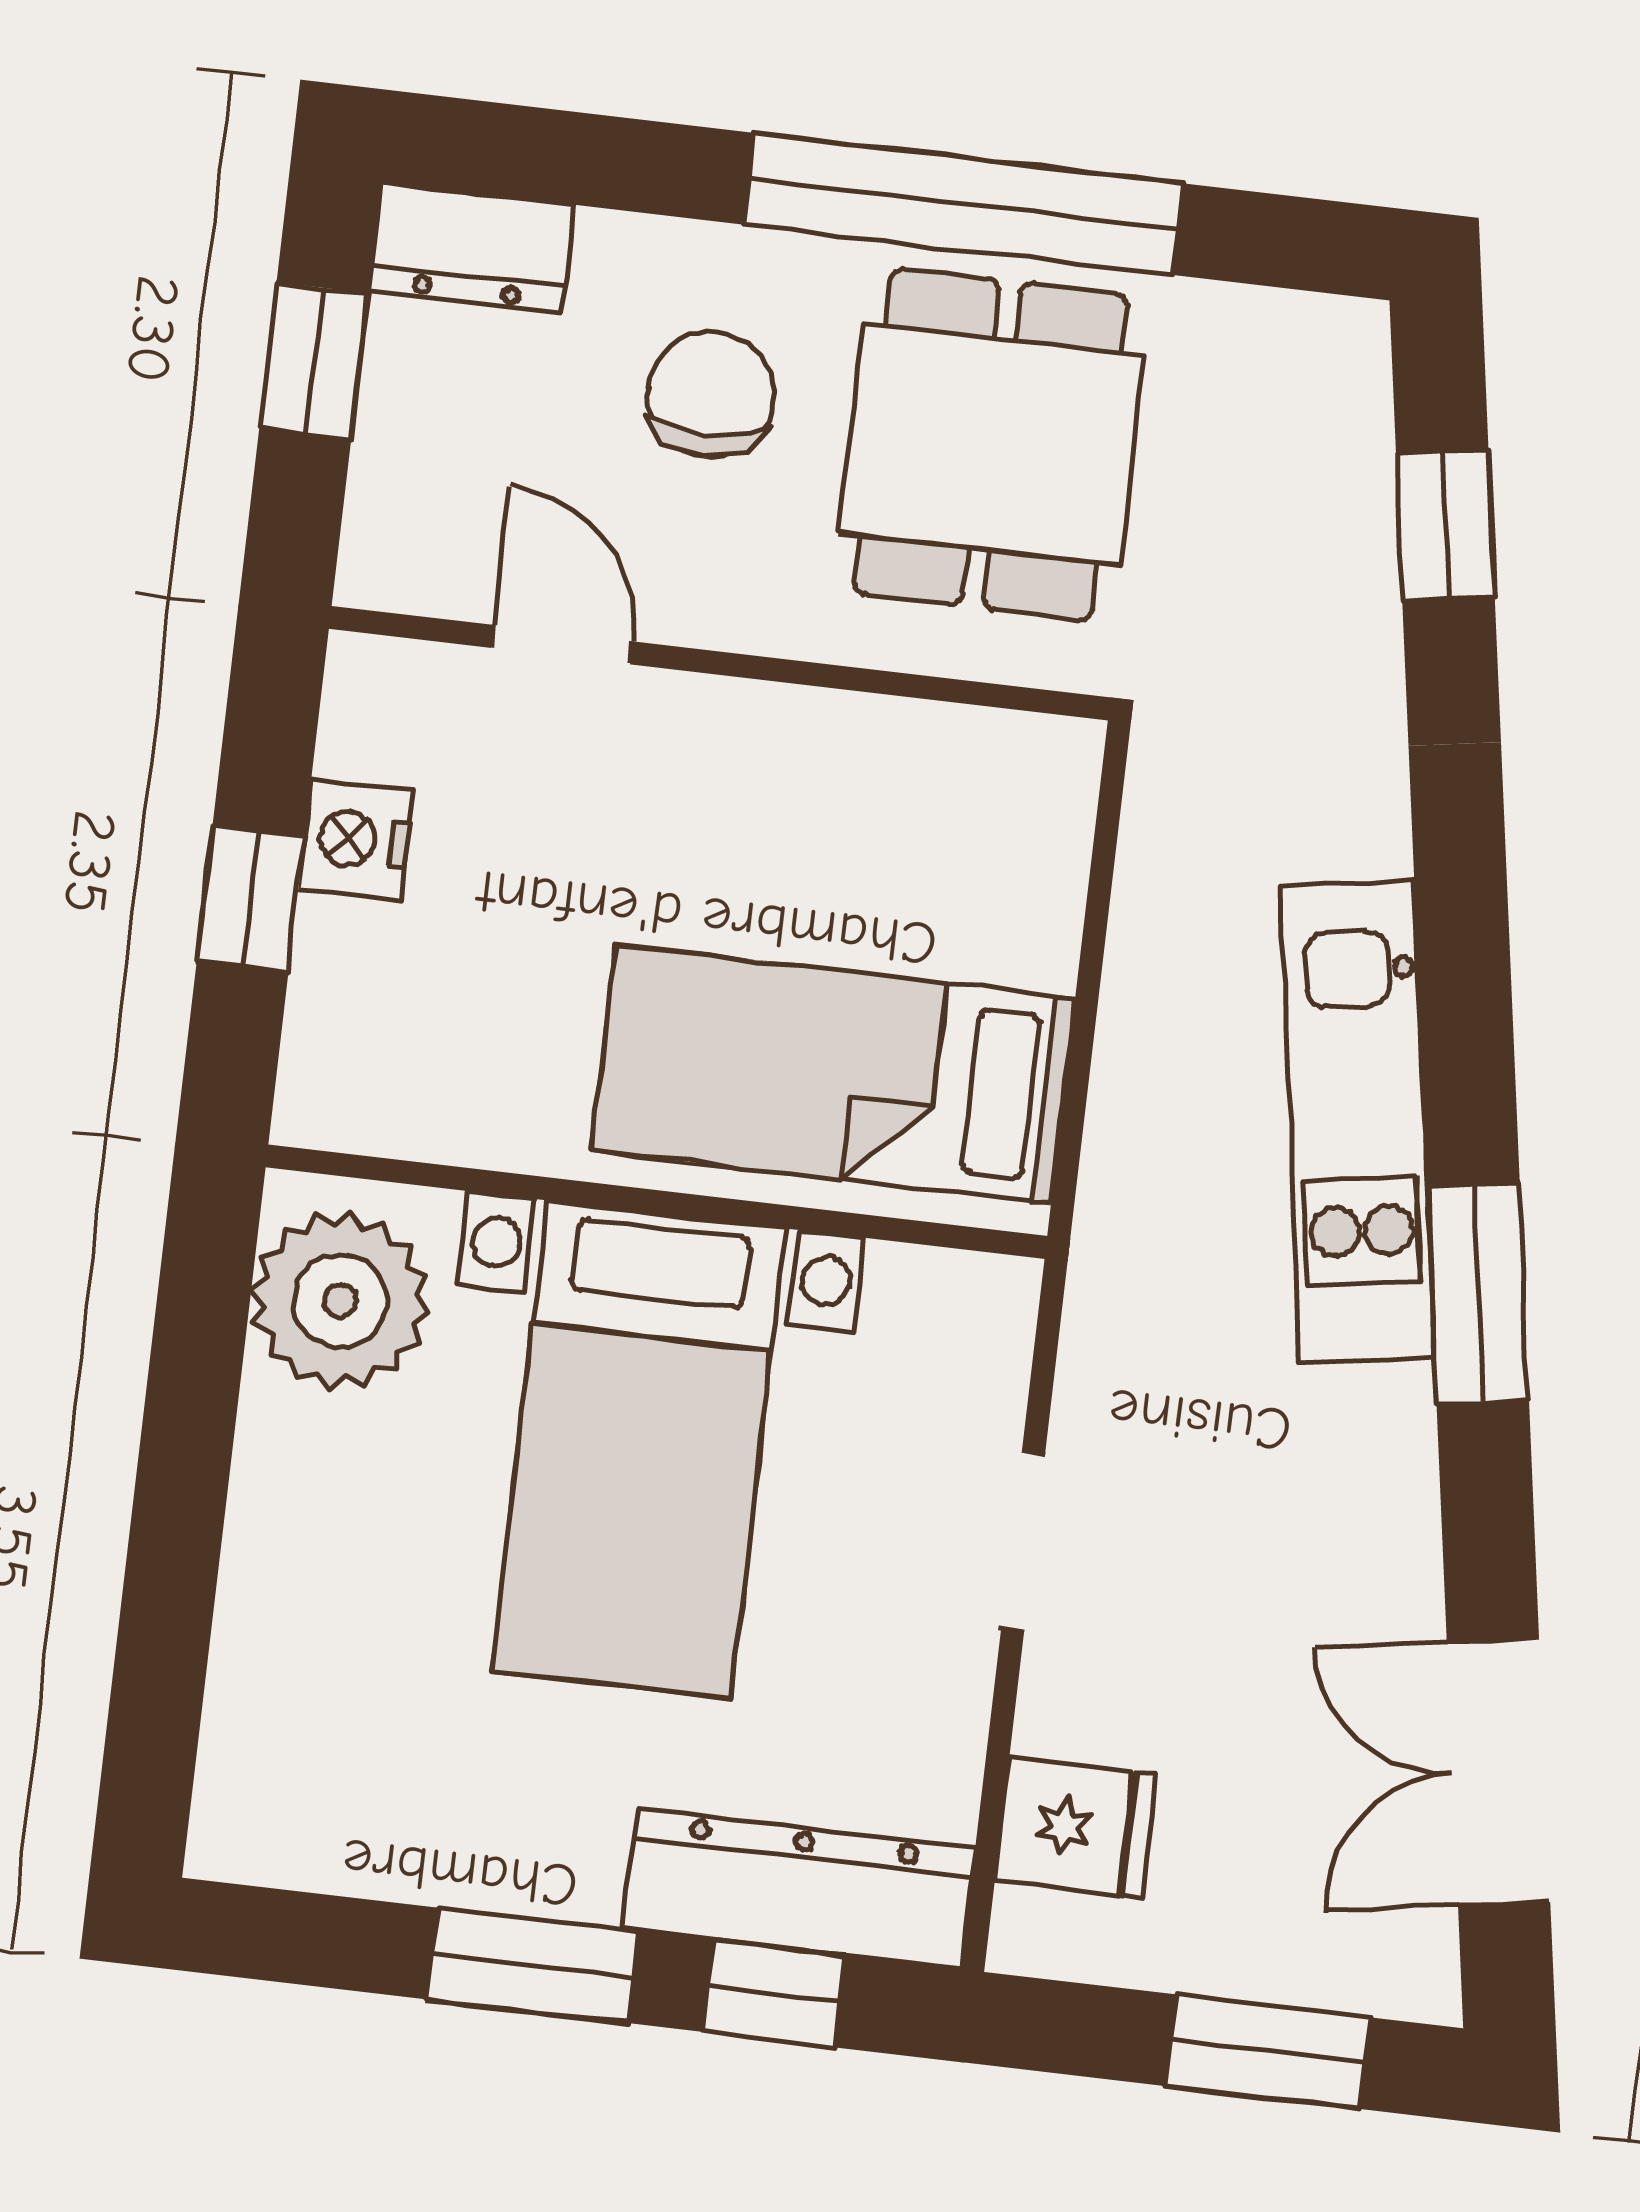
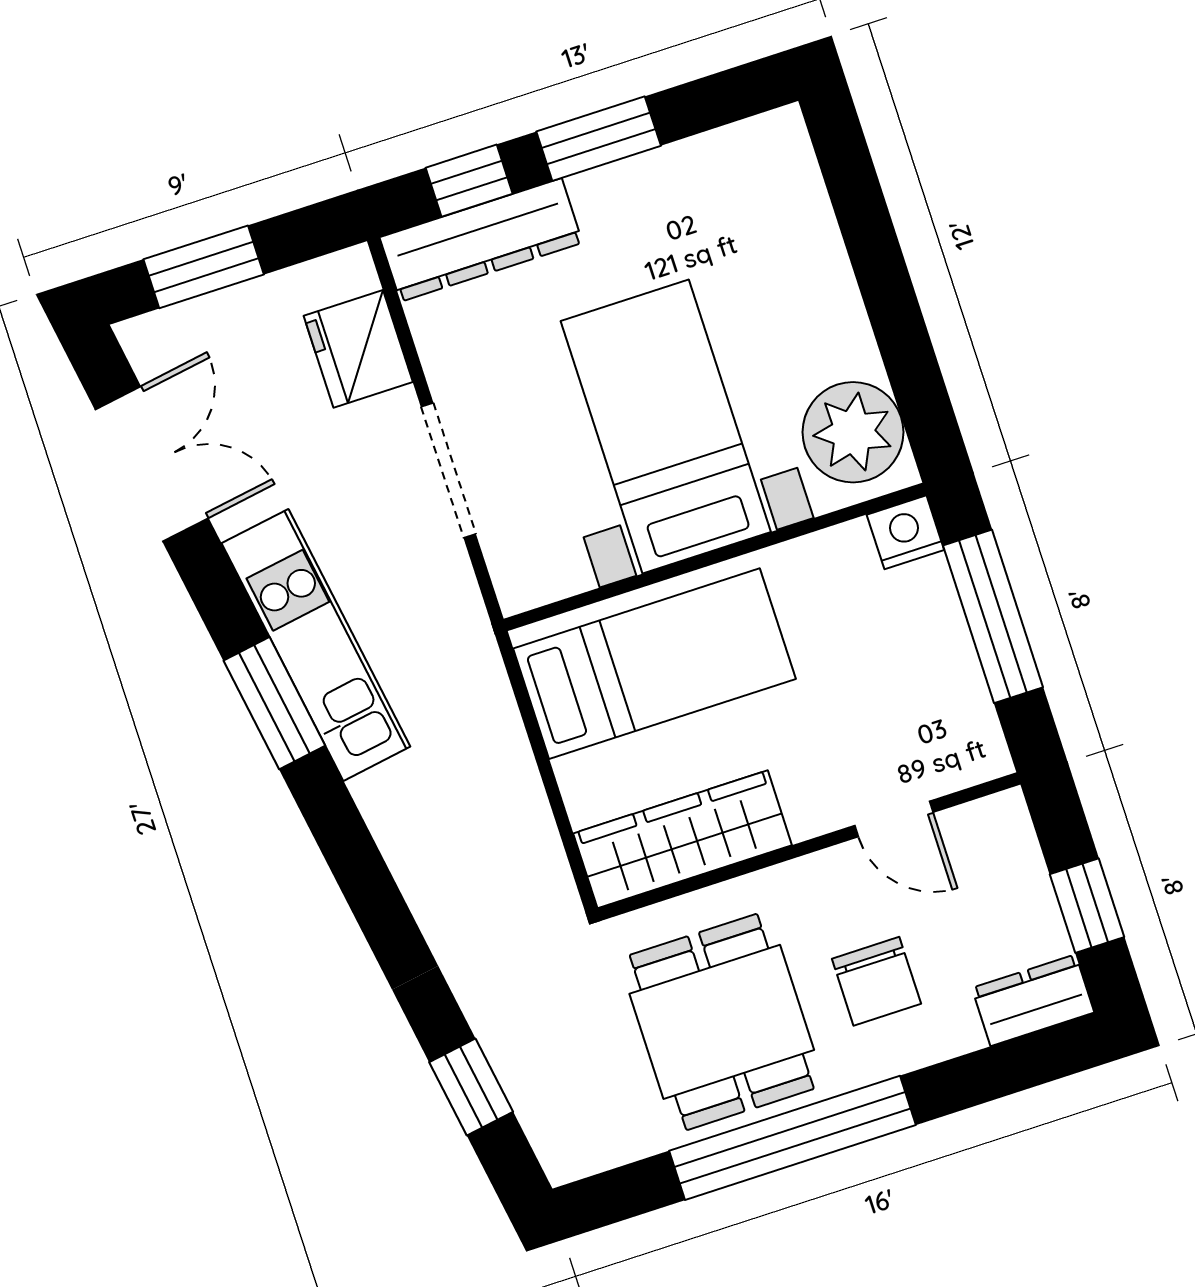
wardrobe: (919, 769) -> (683, 839), added
nightstand: (356, 839) -> (905, 532), moved, turned -90
window: (251, 899) -> (993, 616), width x2.17
kitchen unit: (1357, 1122) -> (316, 645), moved
doorway: (1023, 1540) -> (448, 470), width x1.38
fridge: (1076, 1828) -> (358, 349), width x1.38

